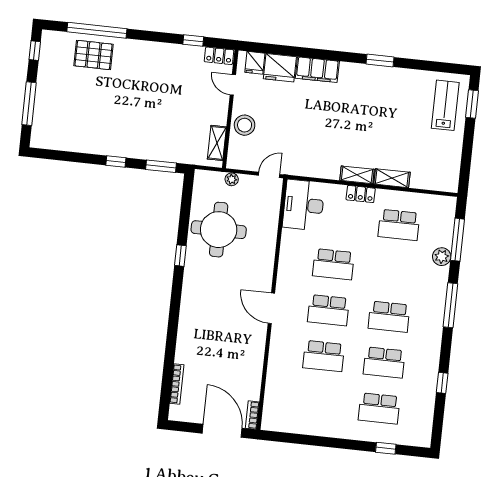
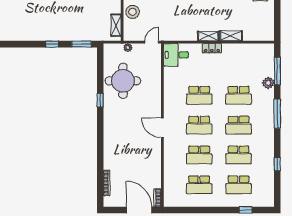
desk: (304, 205) -> (176, 55), width x0.73
school desk: (399, 225) -> (239, 95), moved
school desk: (319, 402) -> (199, 185), added

